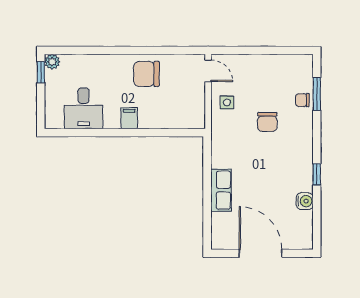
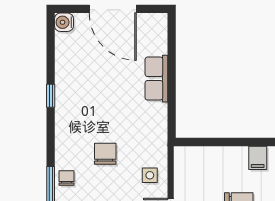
chair: (302, 100) -> (67, 178), turned -90
water cooler: (305, 201) -> (64, 22), moved

